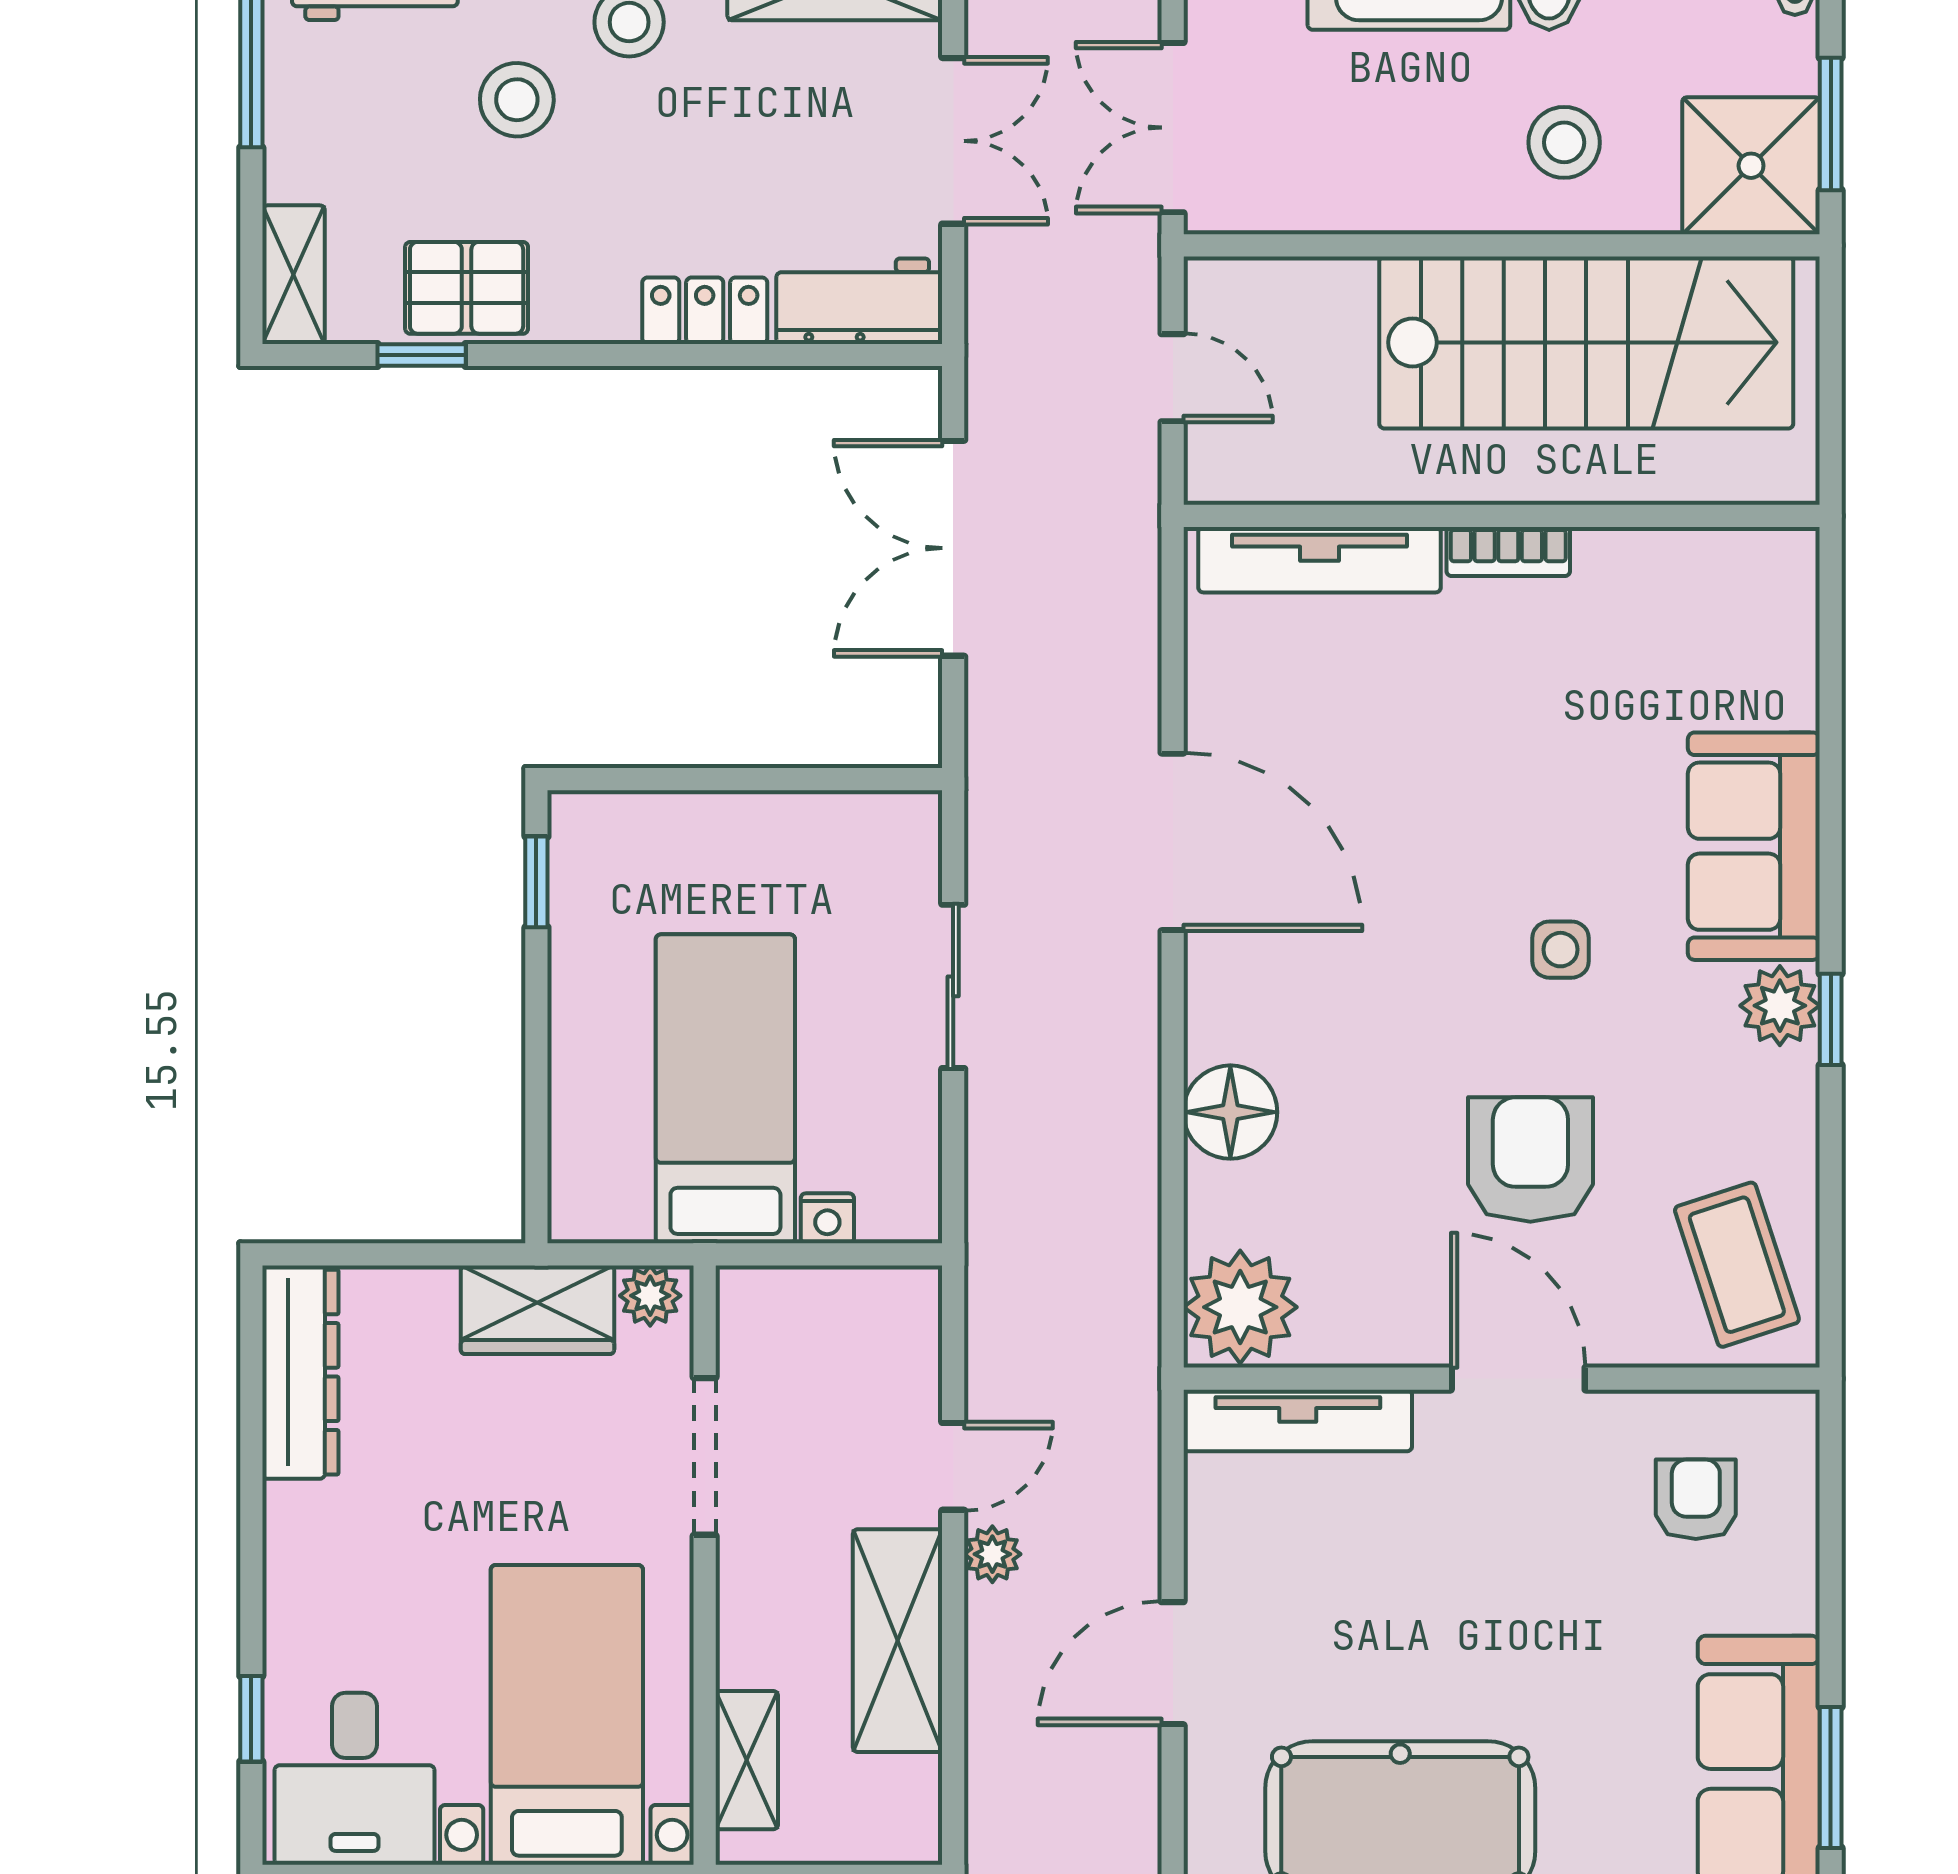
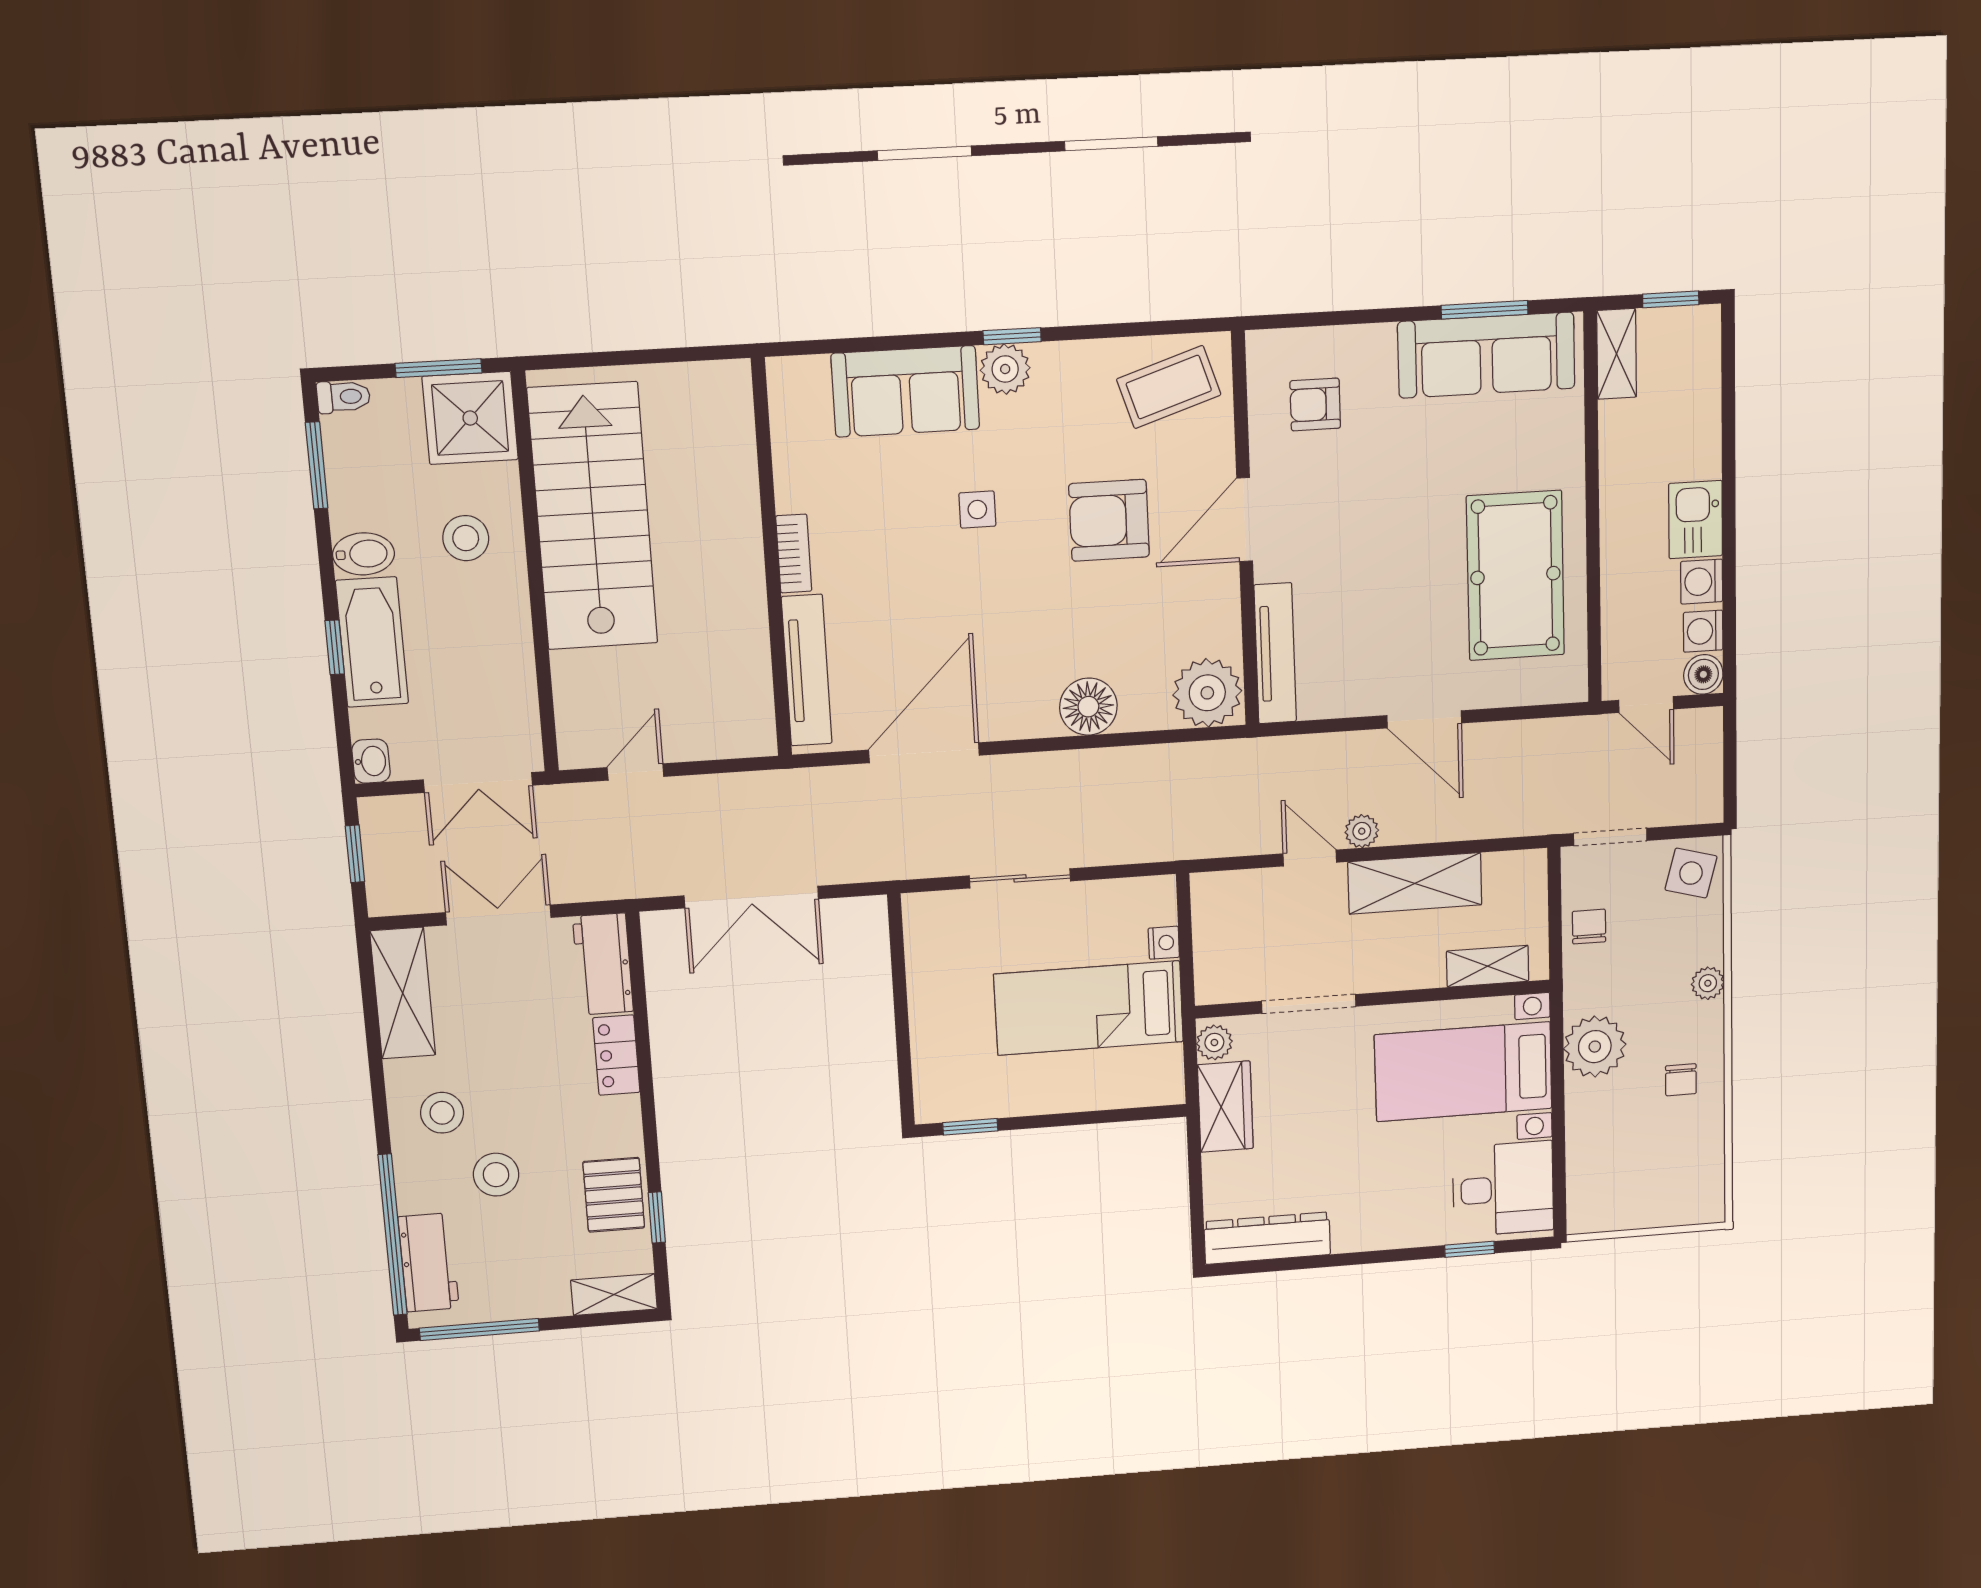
wall: (1502, 516) -> (772, 559), moved
bookcase: (1508, 551) -> (794, 553), moved
tv unit: (1320, 560) -> (807, 670), moved

